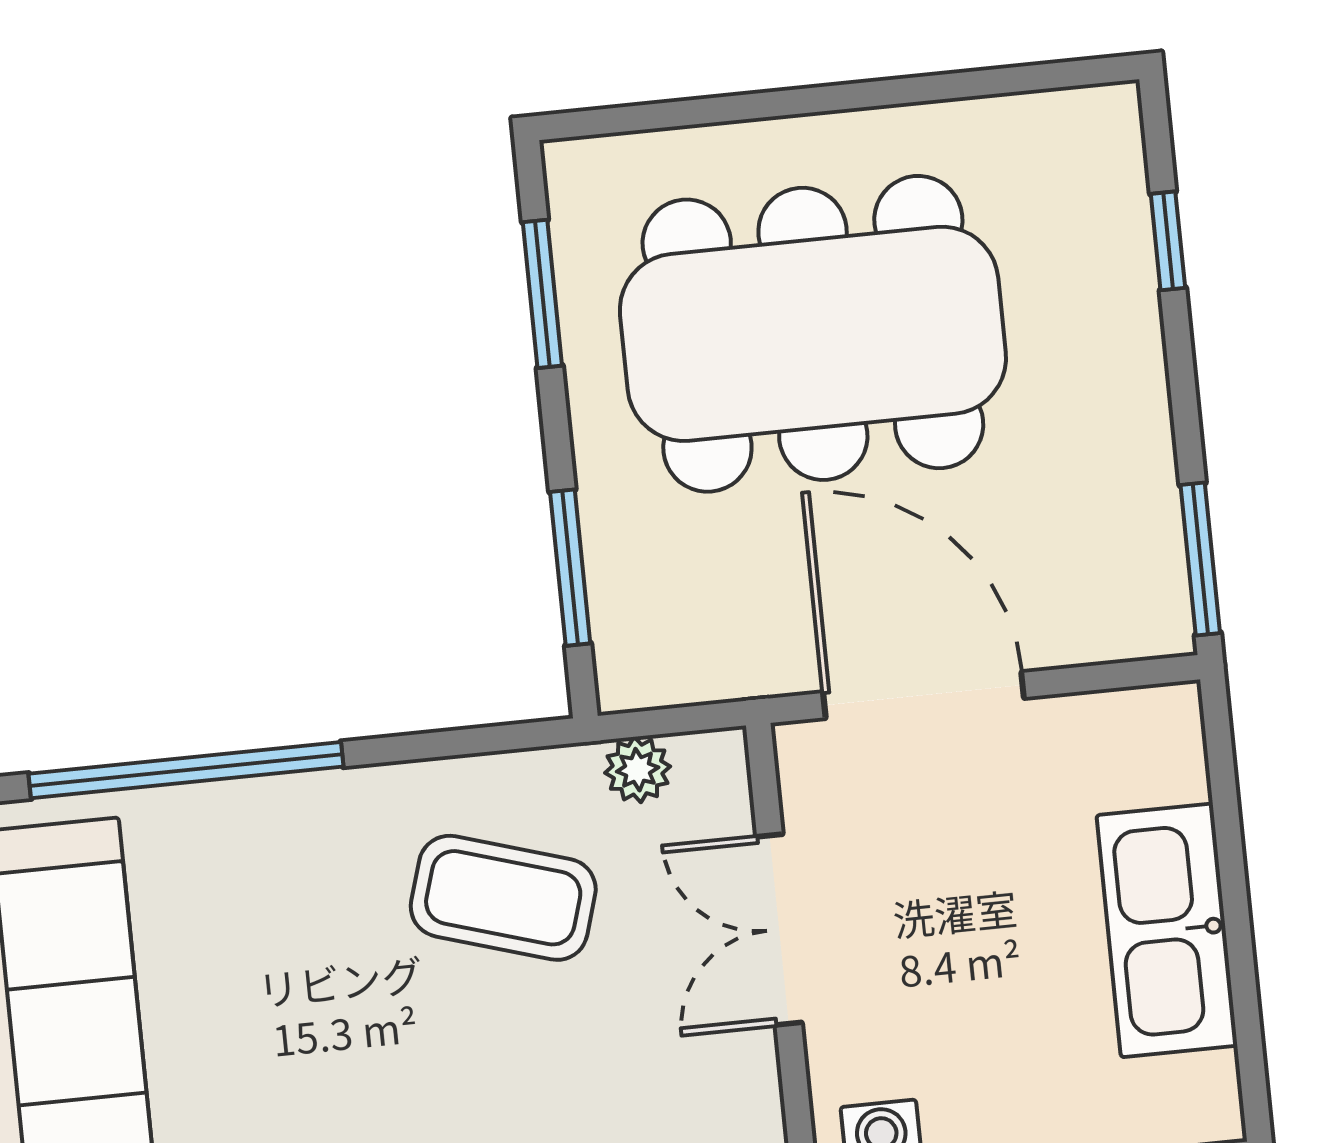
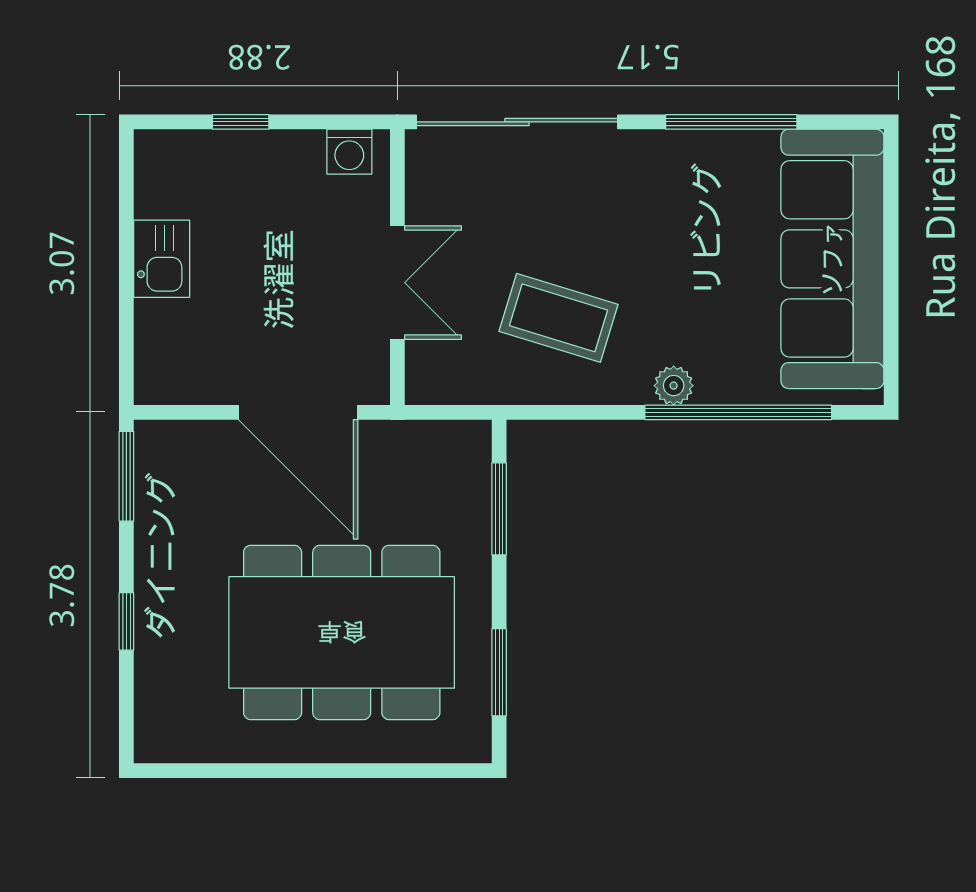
window: (1168, 241) -> (126, 621), moved
plant: (638, 770) -> (674, 386), moved
kitchen sink: (1167, 930) -> (162, 259), width x0.53, depth x0.81

